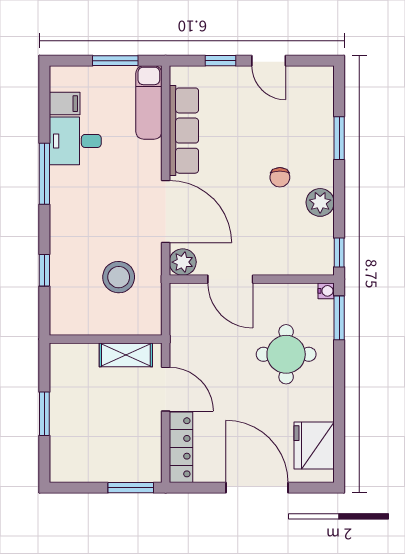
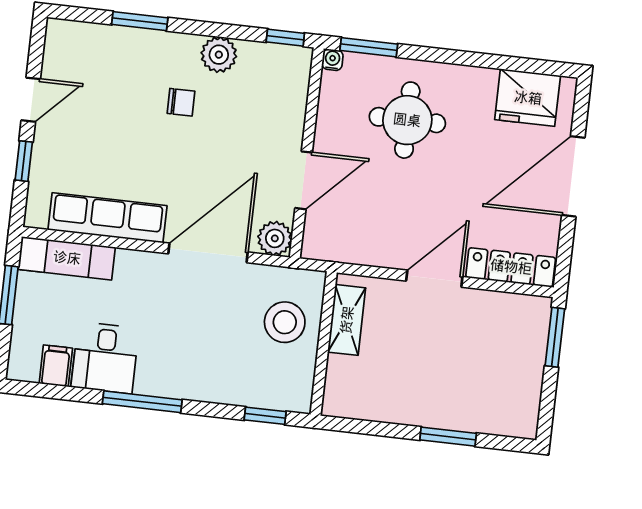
wall: (106, 339) -> (324, 343), moved
shelving: (126, 355) -> (347, 320), moved

